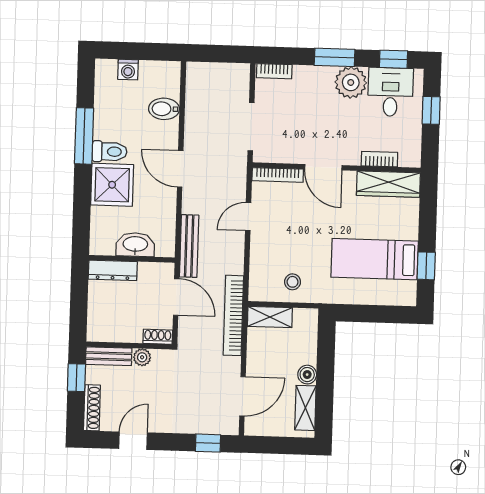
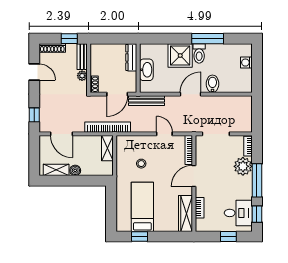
window: (335, 57) -> (257, 180), width x1.44
plant: (351, 82) -> (243, 166), moved
bidet: (164, 109) -> (212, 84), moved
stool: (293, 282) -> (141, 164), moved

